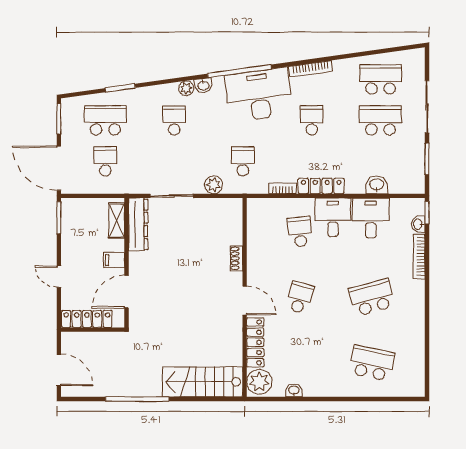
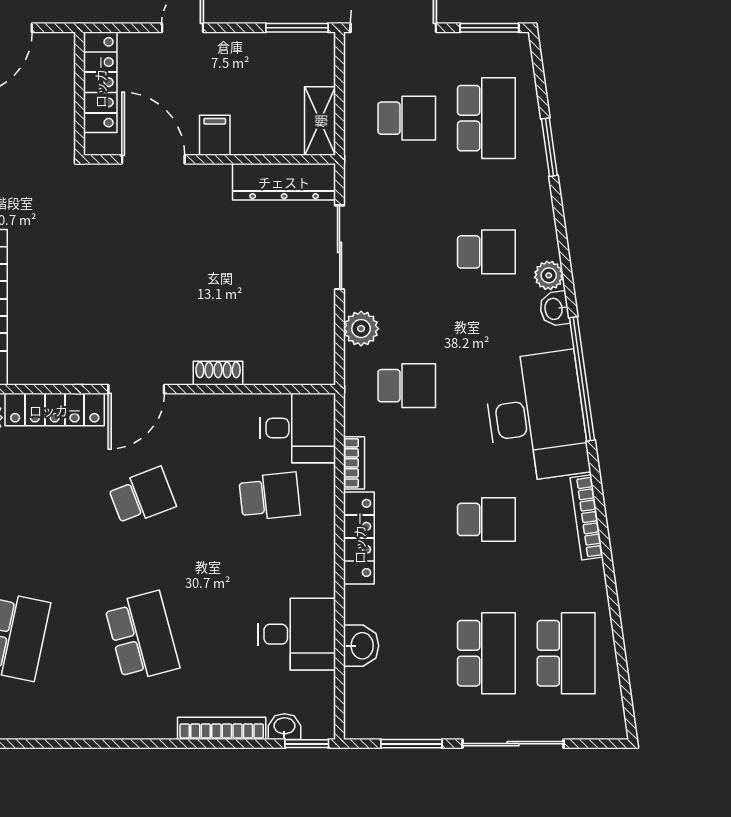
desk: (333, 217) -> (298, 428), moved
shelving: (117, 221) -> (320, 121), moved, turned 90
school desk: (300, 297) -> (142, 496), turned -36

